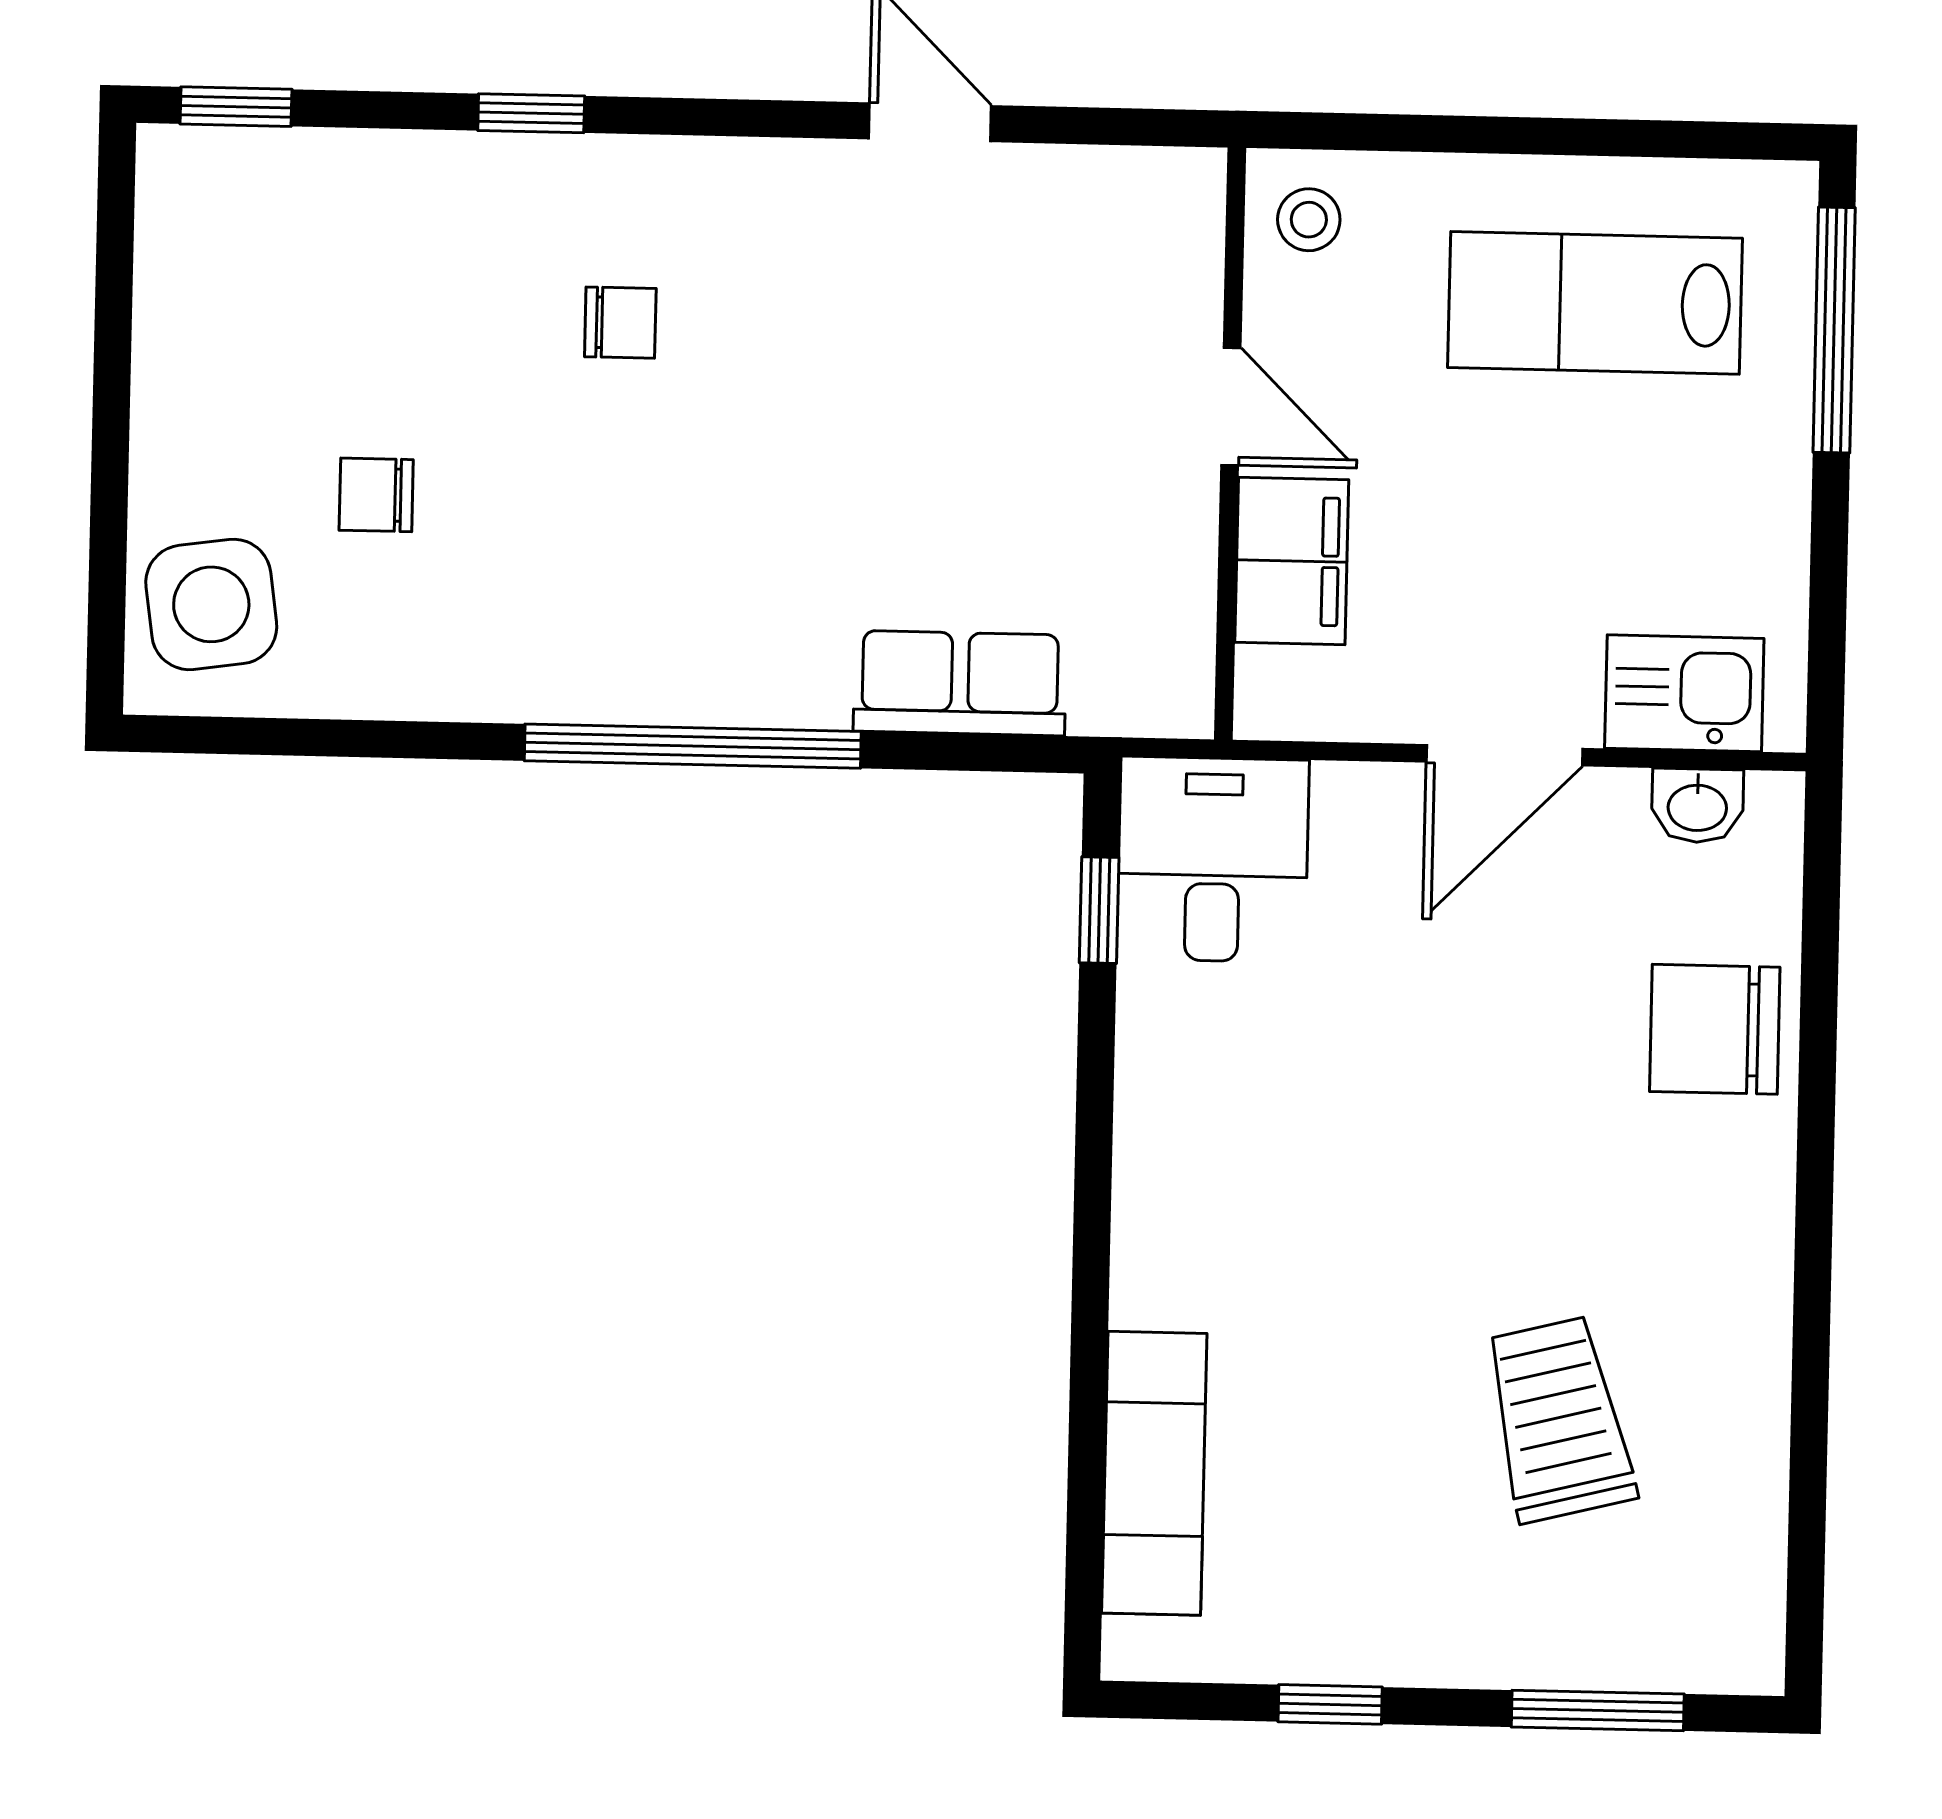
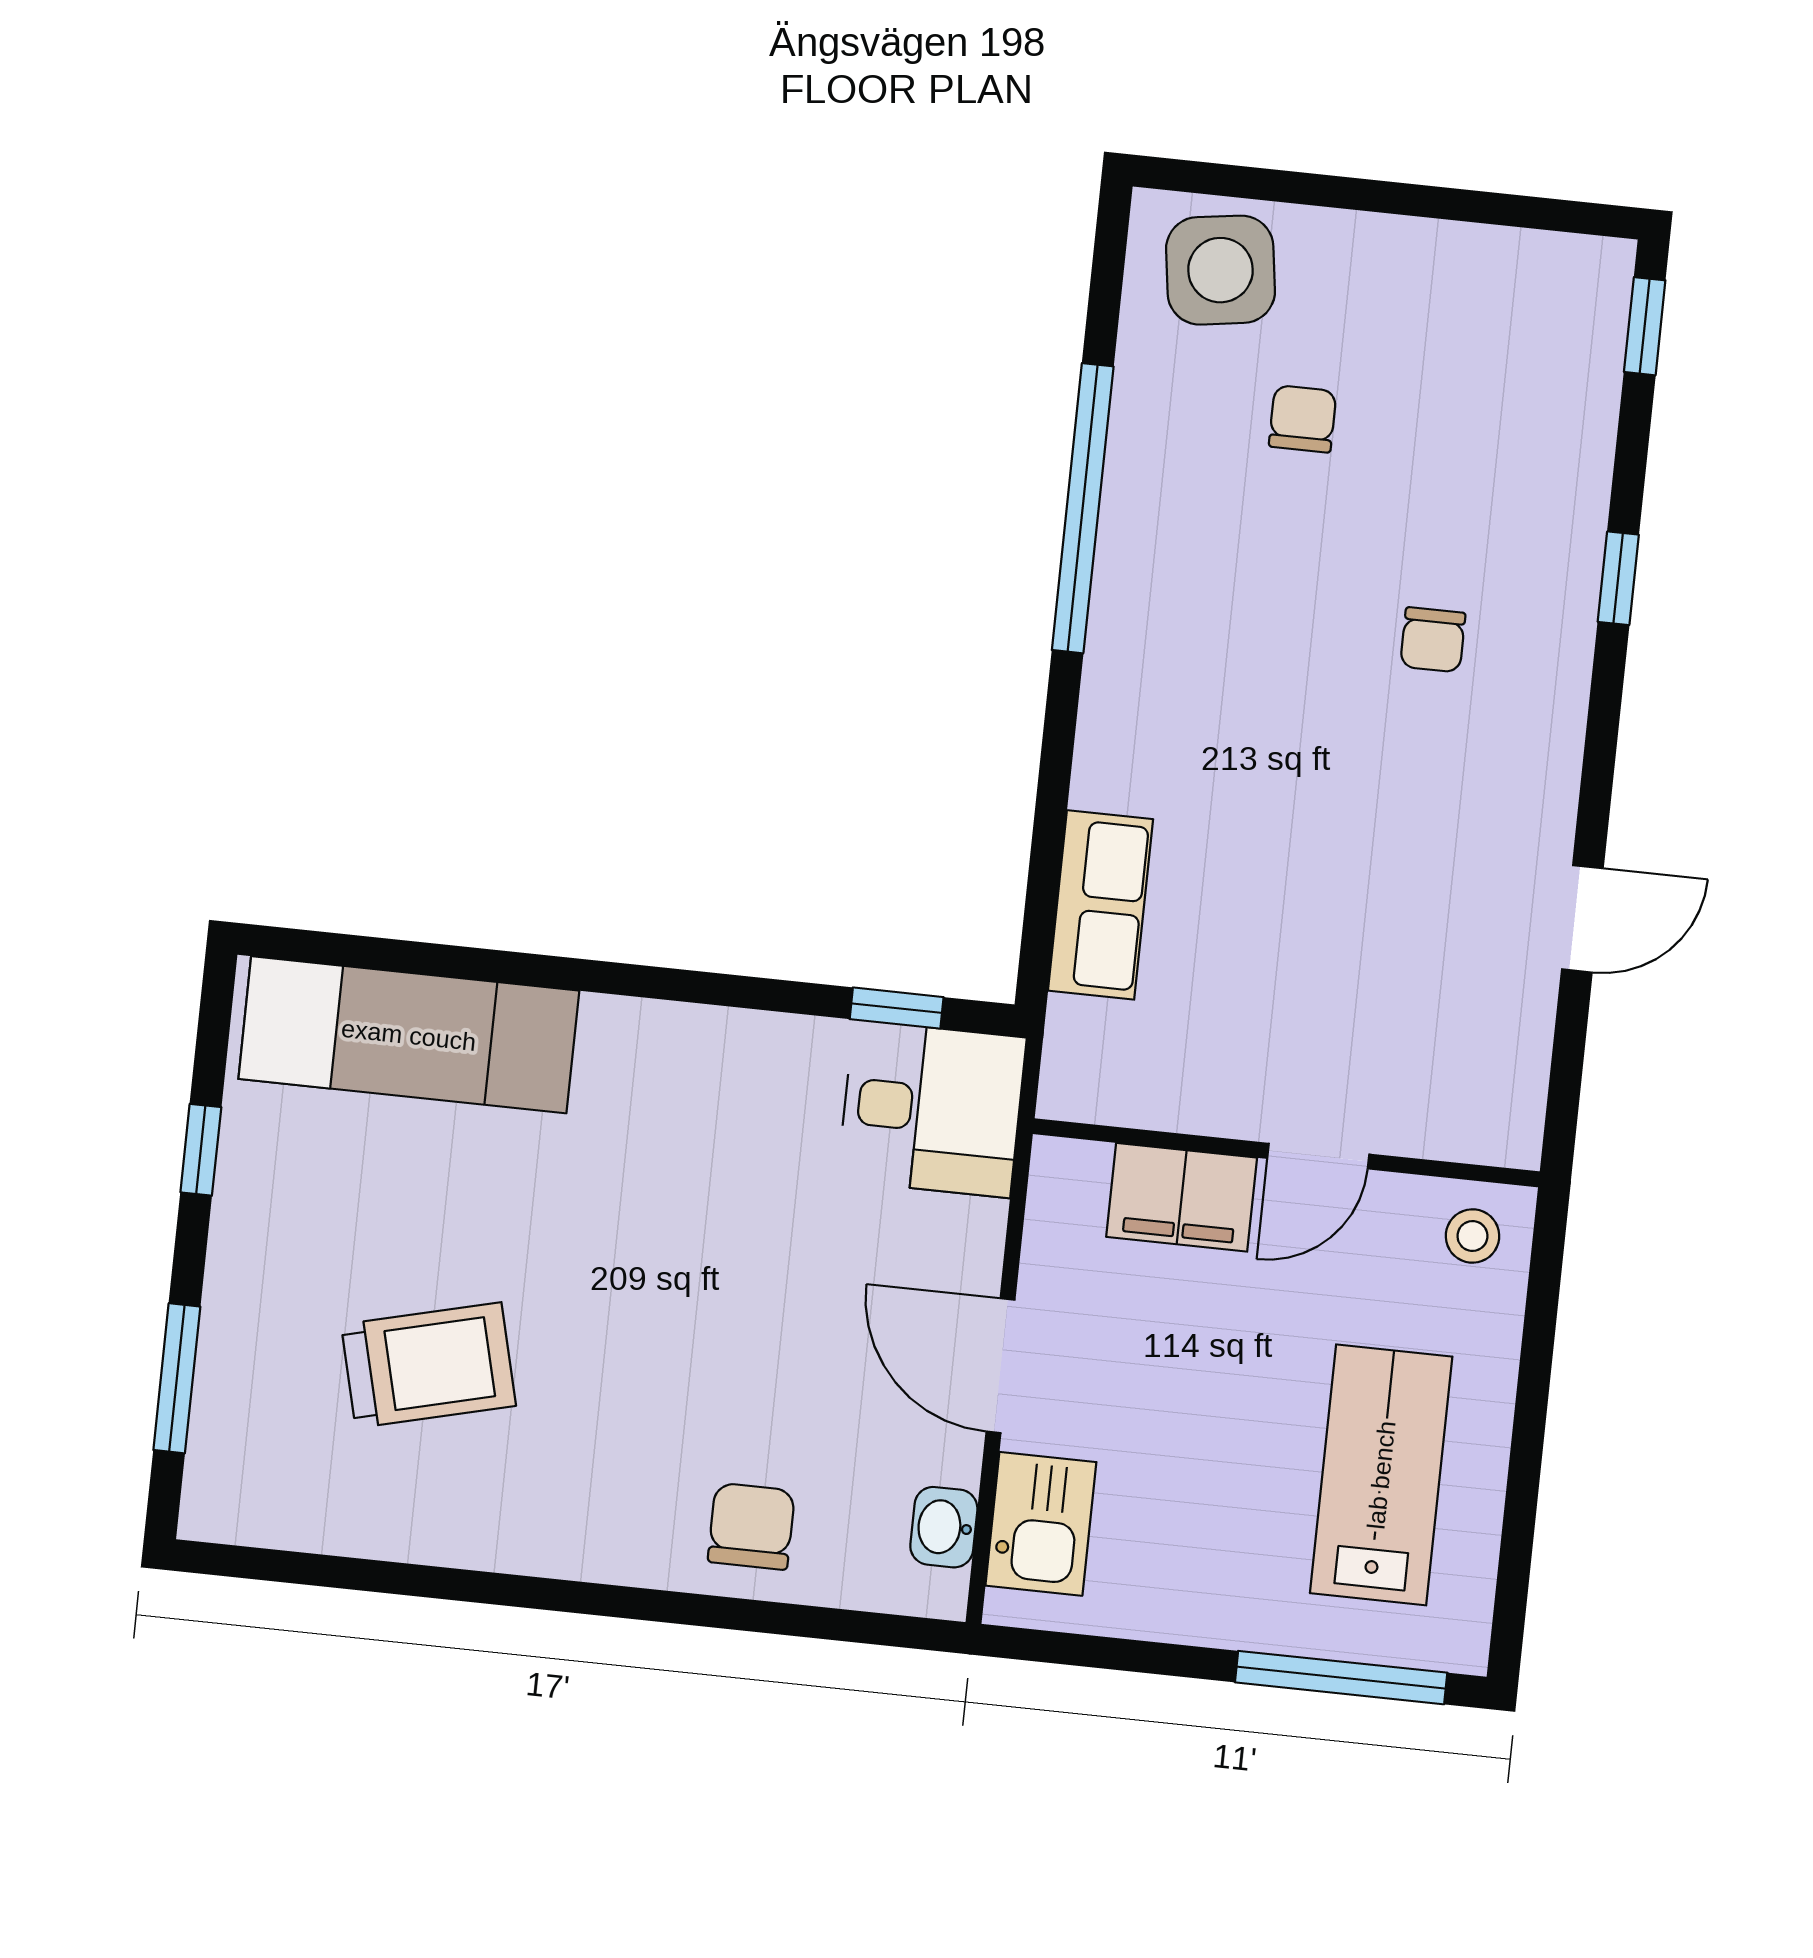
window: (693, 746) -> (1083, 508), moved
chair: (1715, 1029) -> (751, 1526), width x0.73, depth x0.73
exam couch: (1154, 1473) -> (409, 1035), width x1.36, depth x1.45

